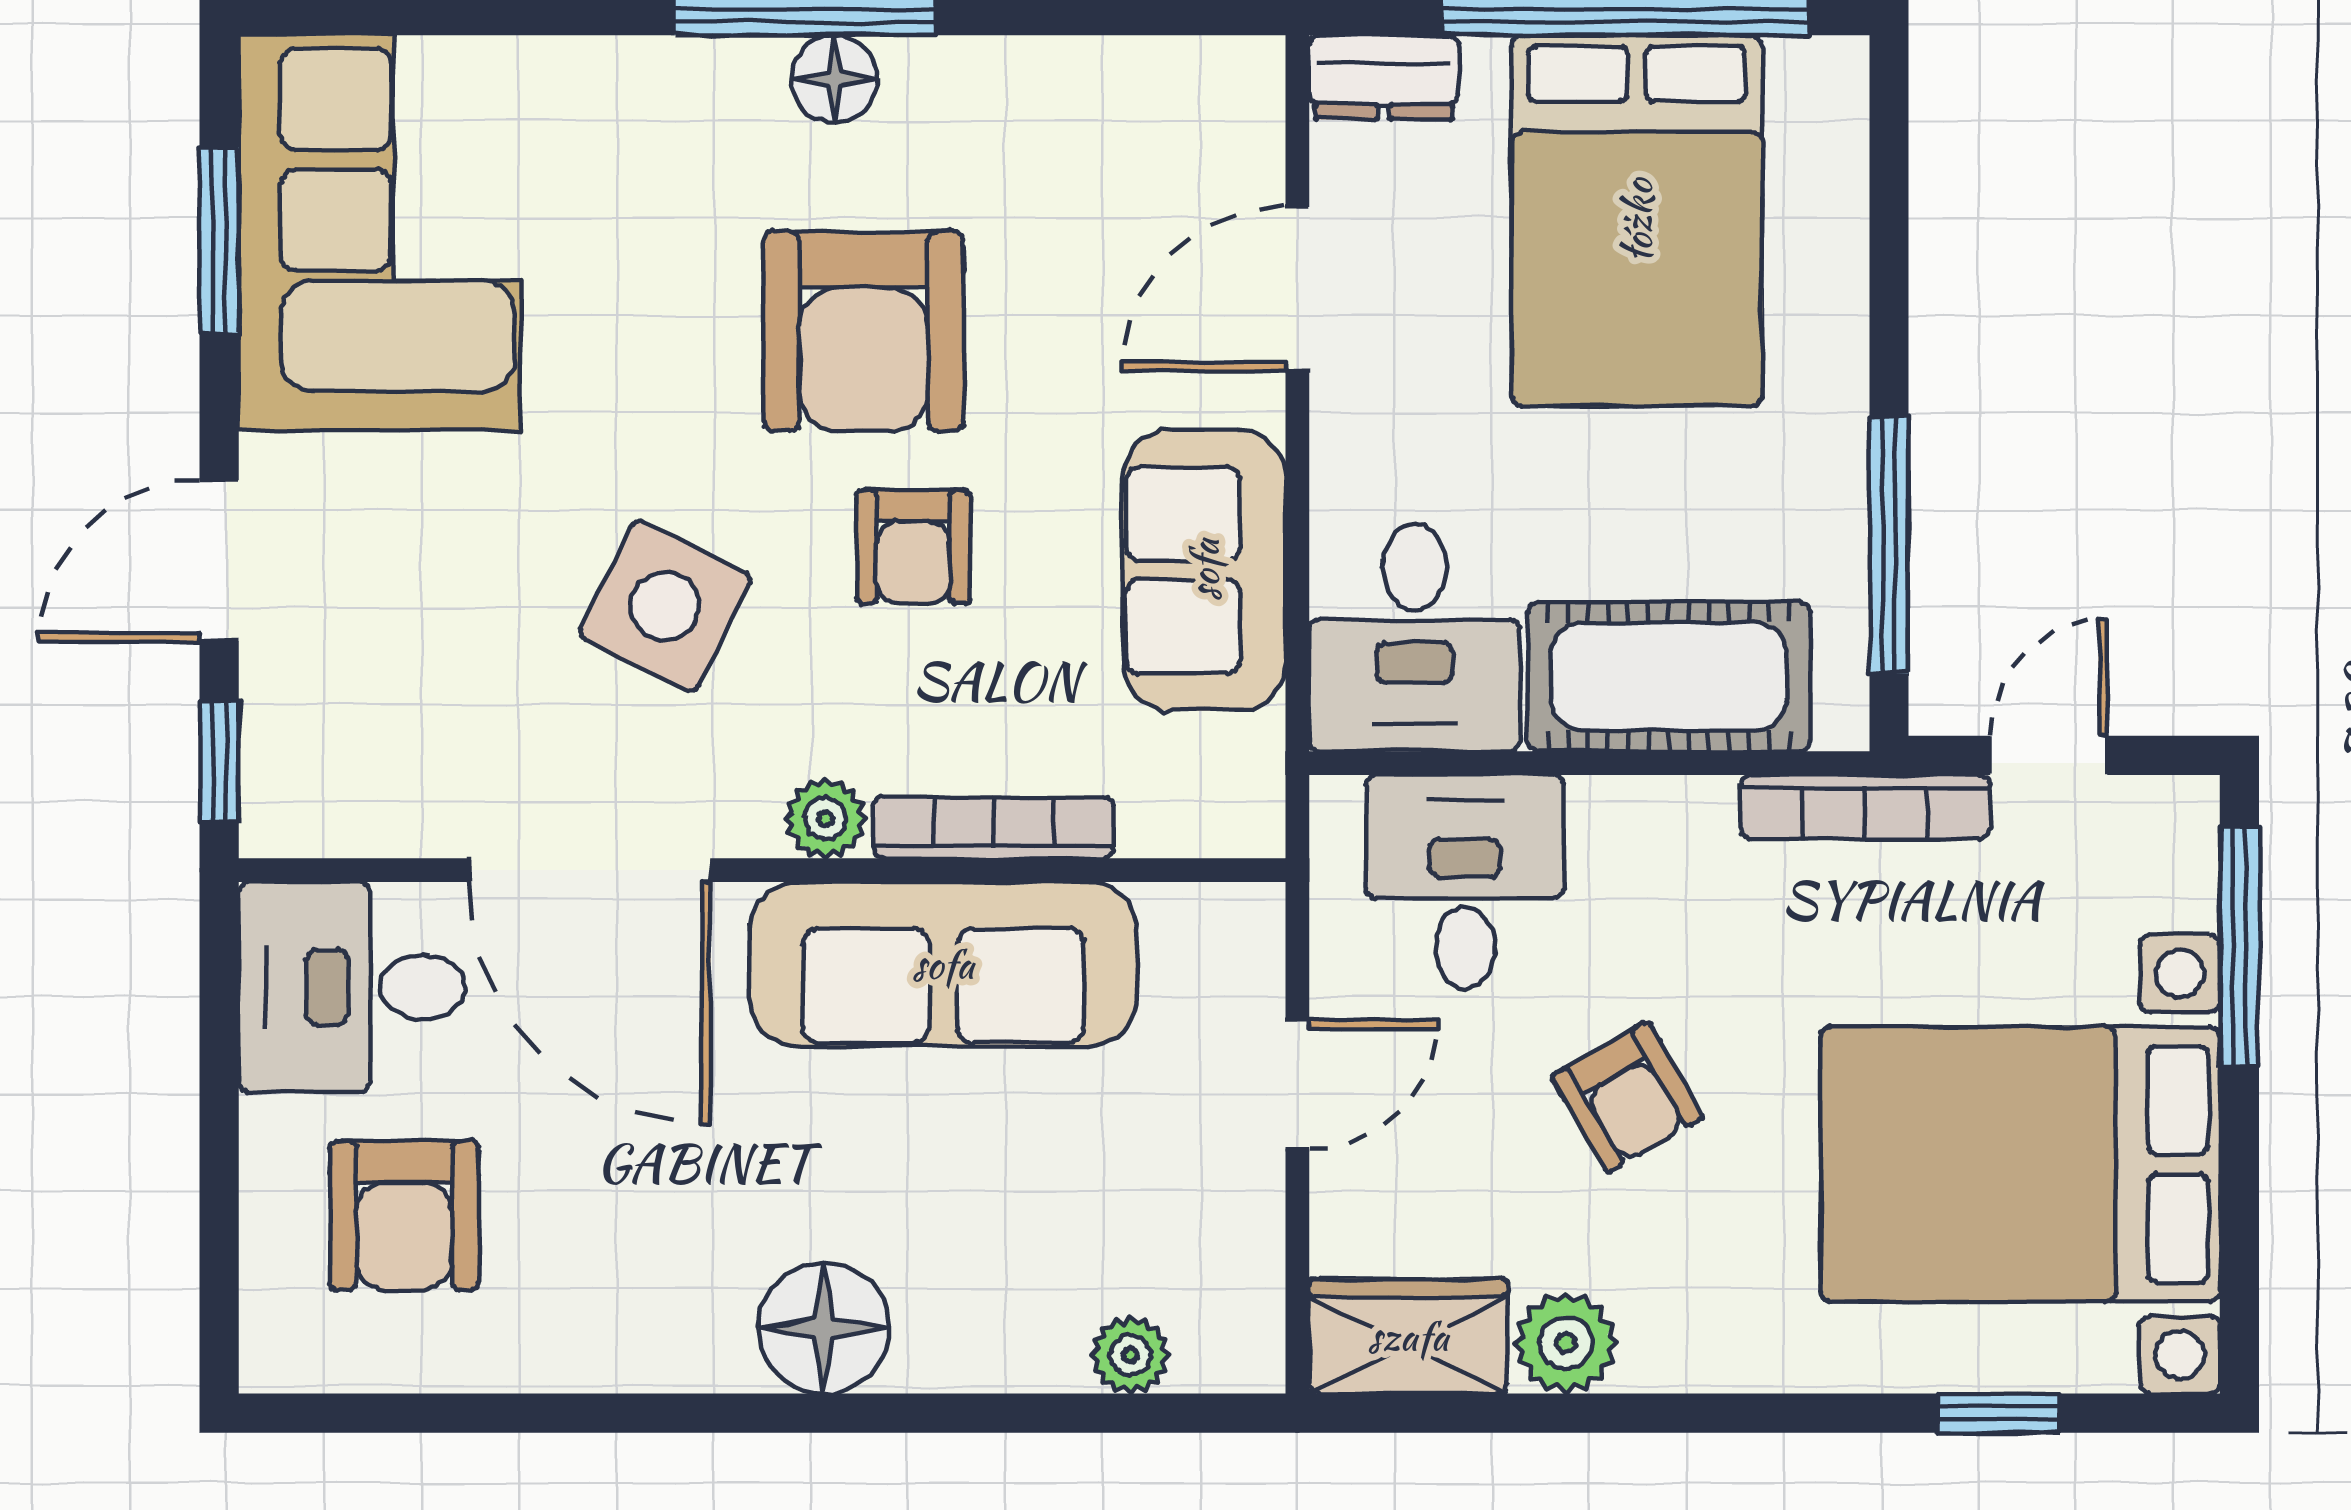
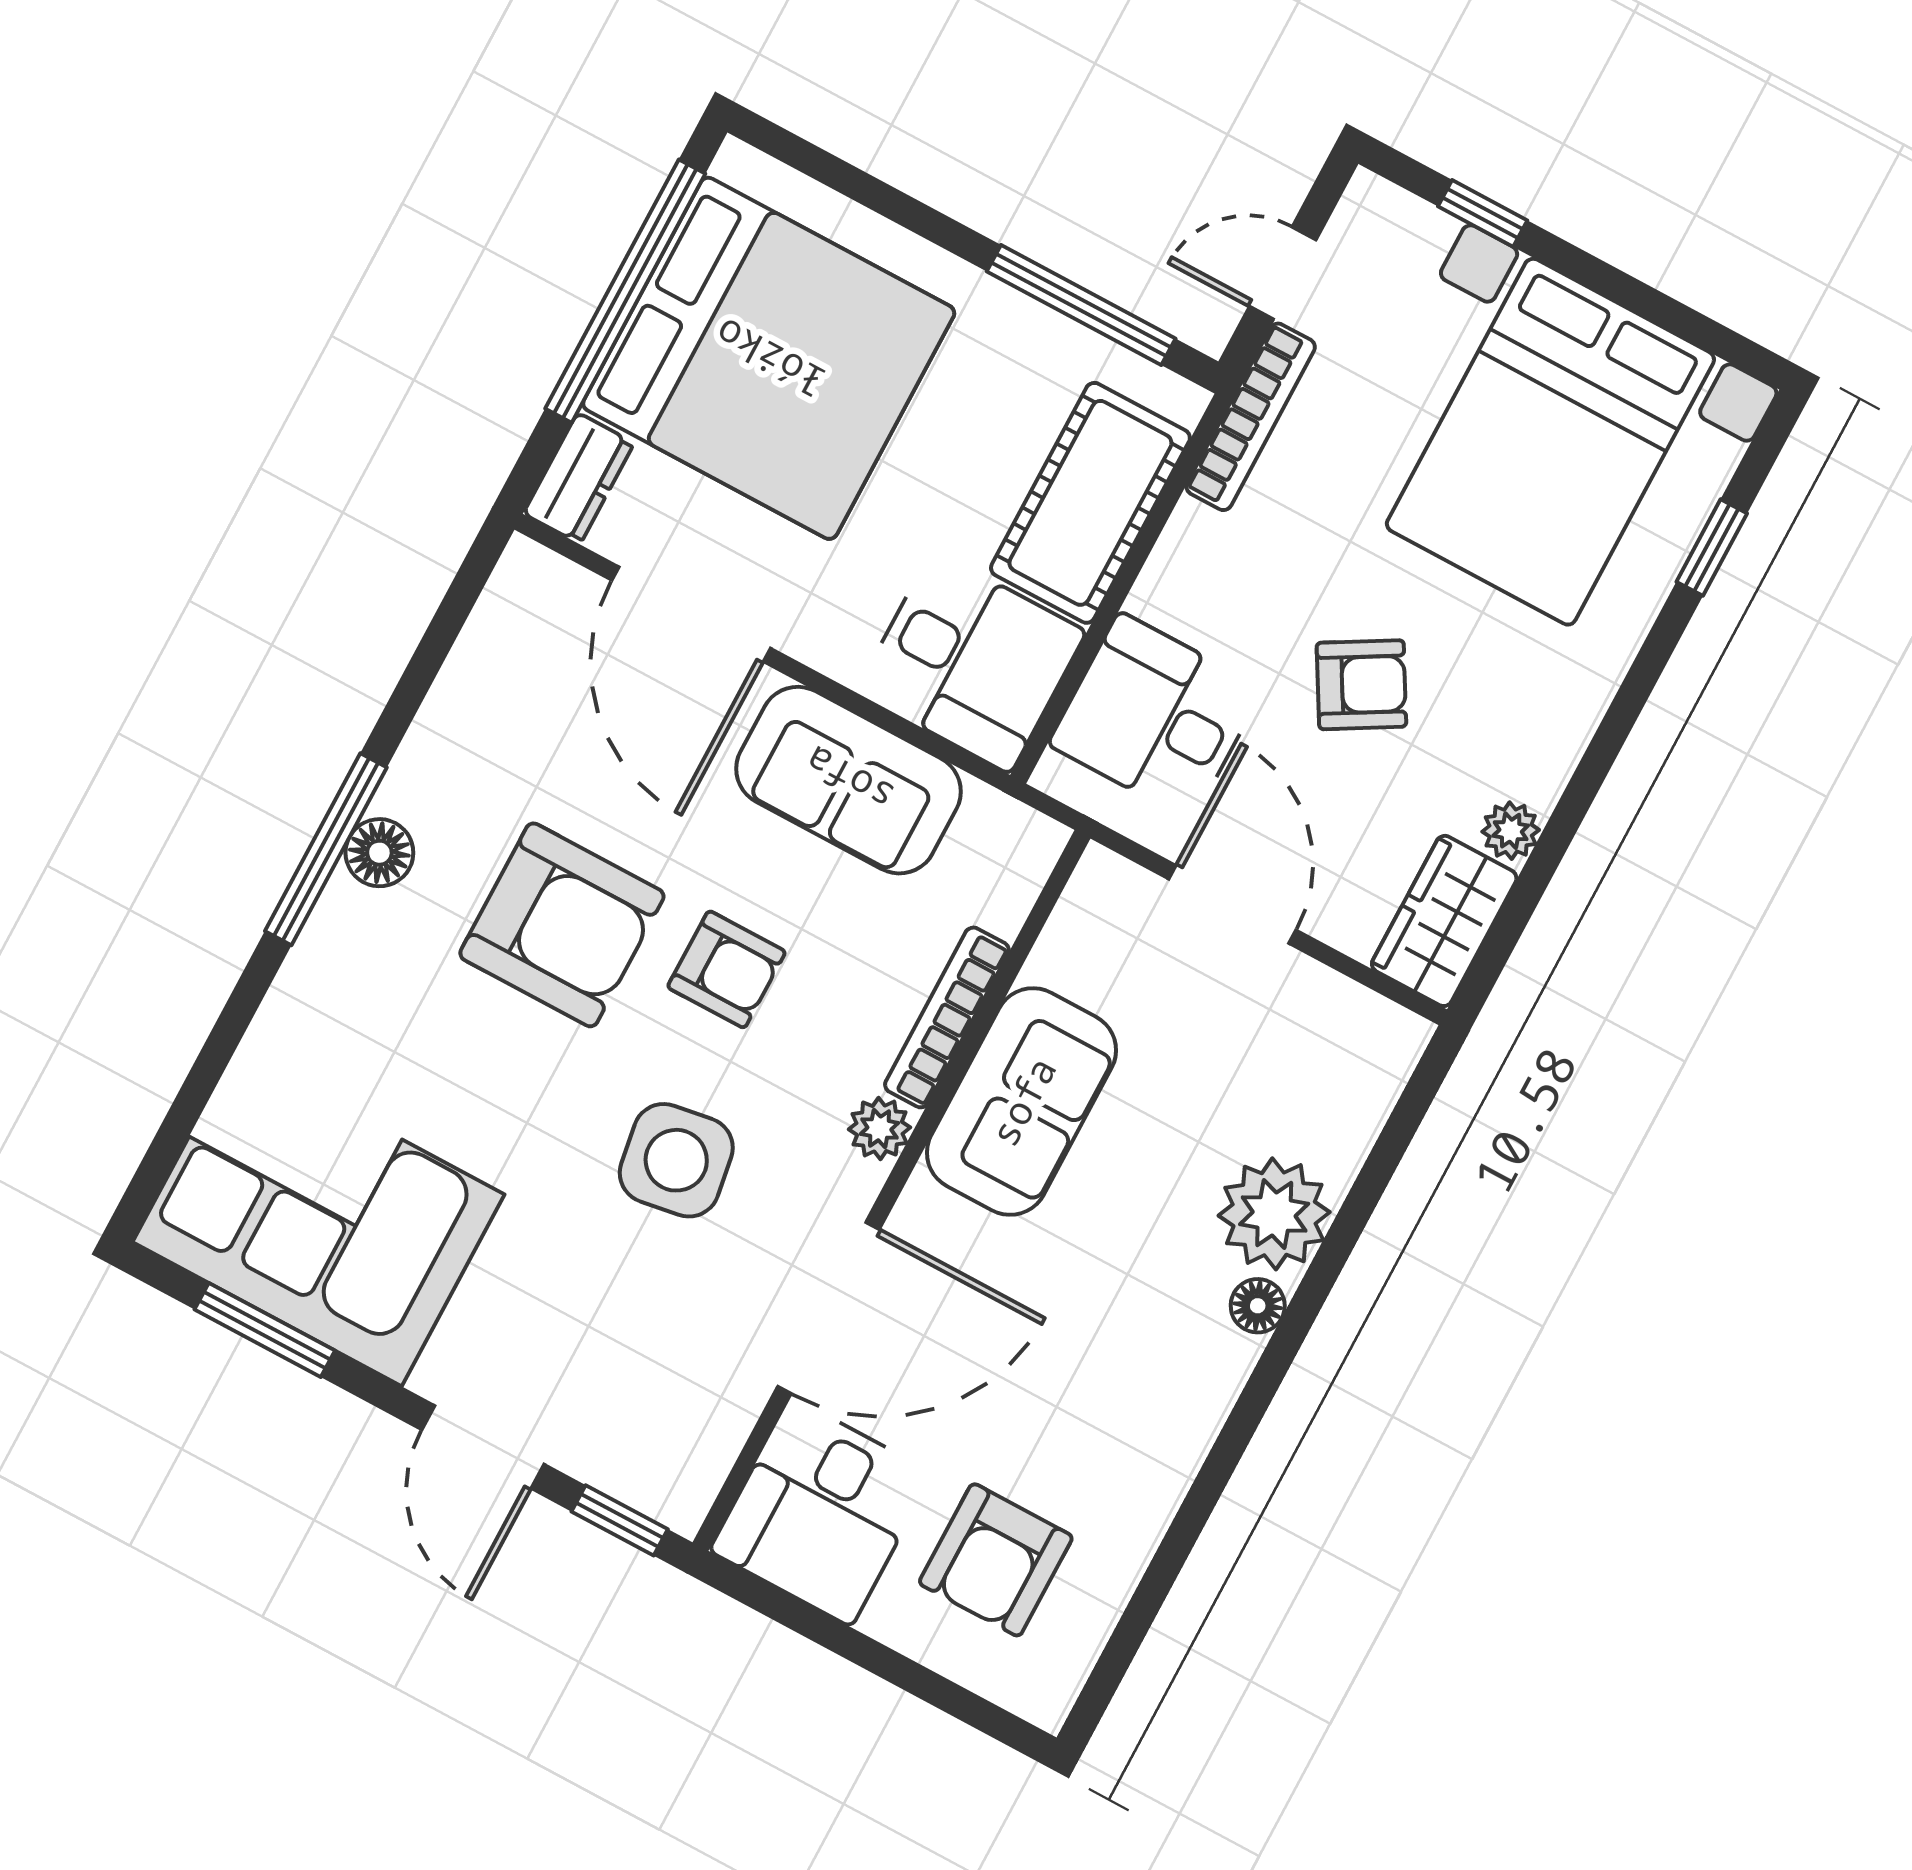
bed: (1637, 221) -> (769, 358), width x1.36
door: (1297, 289) -> (691, 614), width x1.36
side table: (665, 606) -> (676, 1160), turned -35
door: (2049, 755) -> (1283, 273), hinge flipped
window: (2239, 947) -> (1483, 213), width x0.46
sofa: (943, 964) -> (1022, 1101), width x0.73
door: (1297, 1084) -> (1232, 904), width x1.37
armchair: (404, 1215) -> (996, 1560), turned 90
floor lamp: (824, 1328) -> (1258, 1306), width x0.53, depth x0.53
plant: (1566, 1343) -> (1511, 831), width x0.73, depth x0.73
plant: (1130, 1355) -> (1274, 1214), moved, width x1.87, depth x1.87

